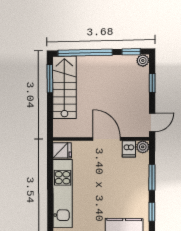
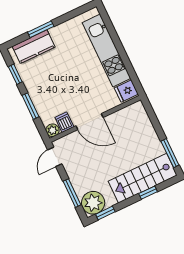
window: (85, 53) -> (148, 193), width x0.32
plant: (143, 61) -> (93, 203), width x1.87, depth x1.87
window: (152, 83) -> (72, 193), width x1.50
stairs: (64, 87) -> (143, 178), moved, turned 90

